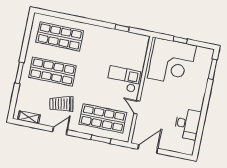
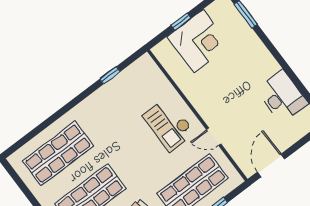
corner desk: (172, 62) -> (199, 41), width x0.74, depth x0.74
checkout: (123, 79) -> (169, 124), turned -90

